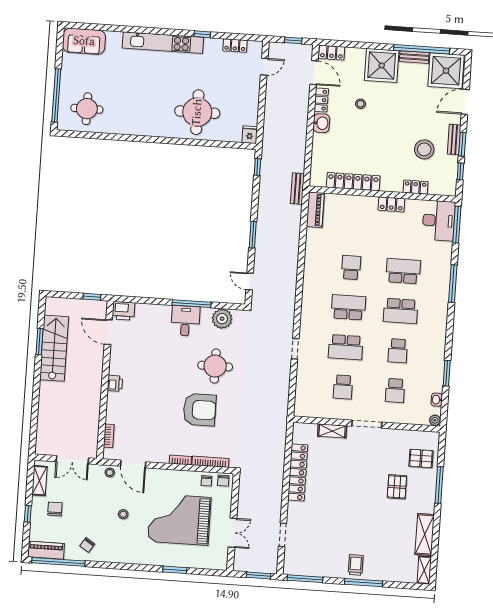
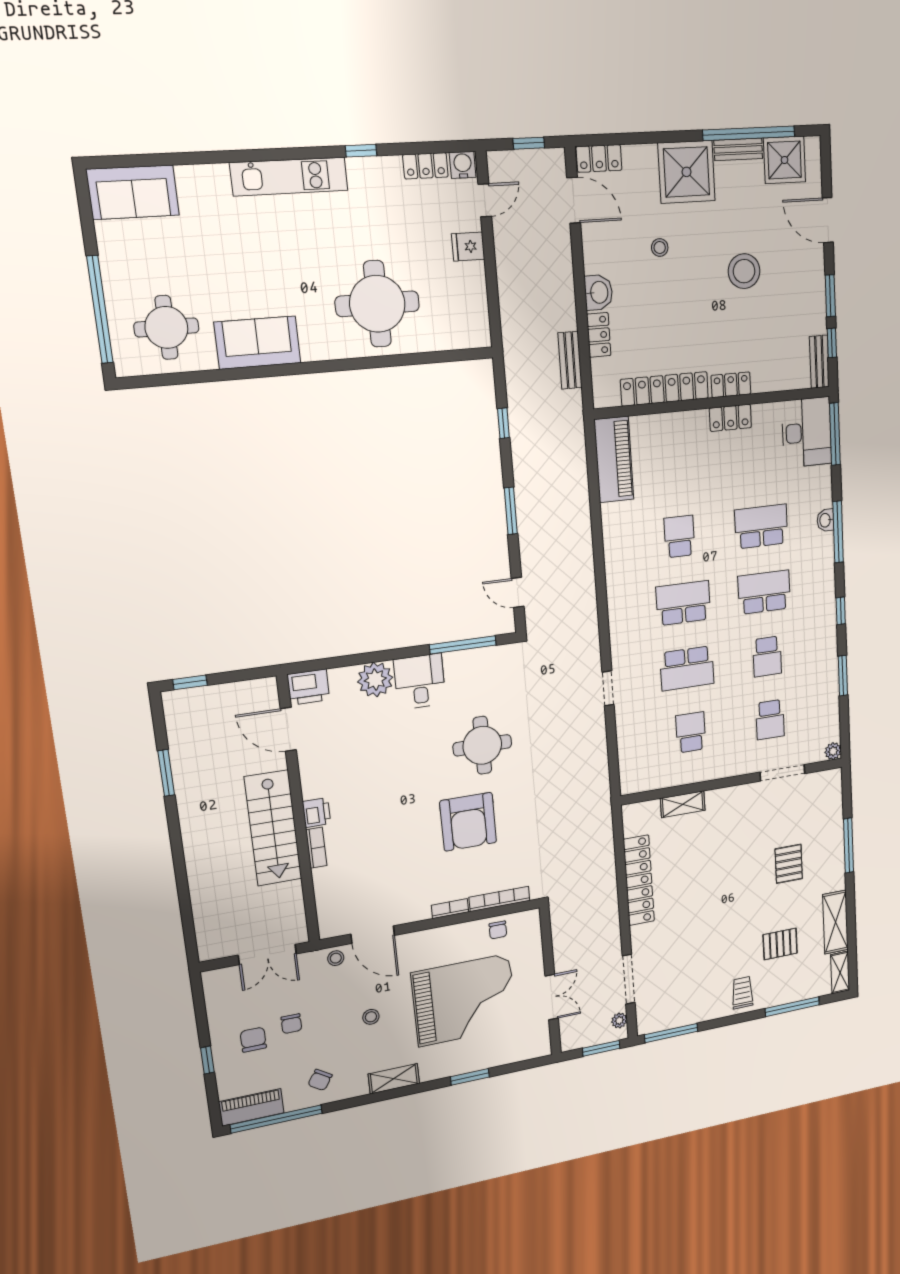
kitchen unit: (163, 43) -> (289, 177), width x0.73
water cooler: (255, 47) -> (463, 165), added
shower: (446, 71) -> (785, 160), width x0.73, depth x0.73
locker: (321, 100) -> (599, 335), moved
door: (465, 102) -> (828, 220), hinge flipped
sofa: (131, 123) -> (258, 343), added
fridge: (250, 135) -> (468, 247), moved, turned -90
bench: (454, 139) -> (819, 362), moved
stool: (424, 149) -> (744, 271), moved
window: (257, 167) -> (503, 423), moved
locker: (415, 187) -> (731, 385), moved
bench: (297, 189) -> (570, 360), moved
piano: (315, 210) -> (614, 460), width x1.37, depth x1.33
window: (92, 297) -> (190, 682), moved
window: (192, 304) -> (463, 645), moved
school desk: (401, 311) -> (764, 592), turned 180
plant: (222, 319) -> (375, 680), moved
window: (449, 332) -> (841, 611), added
stairs: (54, 348) -> (273, 828), moved, turned 180
school desk: (343, 387) -> (691, 732), turned 180
washbasin: (437, 400) -> (825, 520), moved
armchair: (200, 410) -> (468, 822), turned 90
doorway: (367, 424) -> (782, 773), moved
bookcase: (109, 436) -> (316, 848), moved
pallet: (421, 458) -> (780, 944), moved
shelving: (39, 481) -> (394, 1079), moved, turned 90
chair: (223, 481) -> (291, 1024), moved
grand piano: (179, 519) -> (464, 1000), turned 180
doorway: (282, 535) -> (629, 979), width x1.38
plant: (273, 560) -> (619, 1020), added
window: (364, 583) -> (792, 1007), moved

